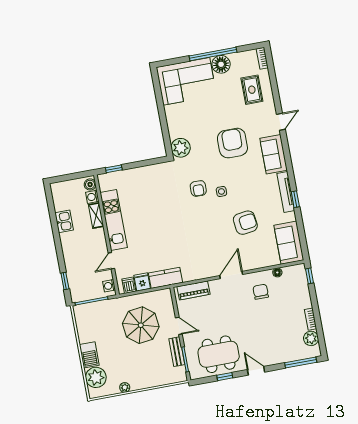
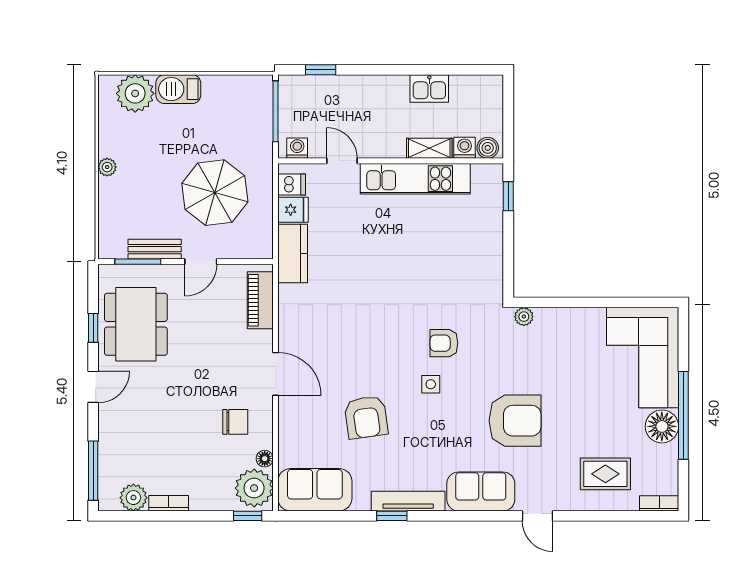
plant: (181, 148) -> (524, 317), width x0.53, depth x0.53
plant: (294, 275) -> (254, 488), added
plant: (125, 387) -> (107, 167), moved

